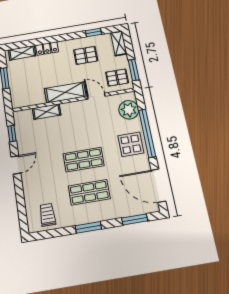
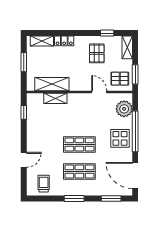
pallet: (86, 55) -> (97, 53), turned 90
shelving: (65, 92) -> (52, 84), moved
door: (16, 165) -> (24, 160), moved

